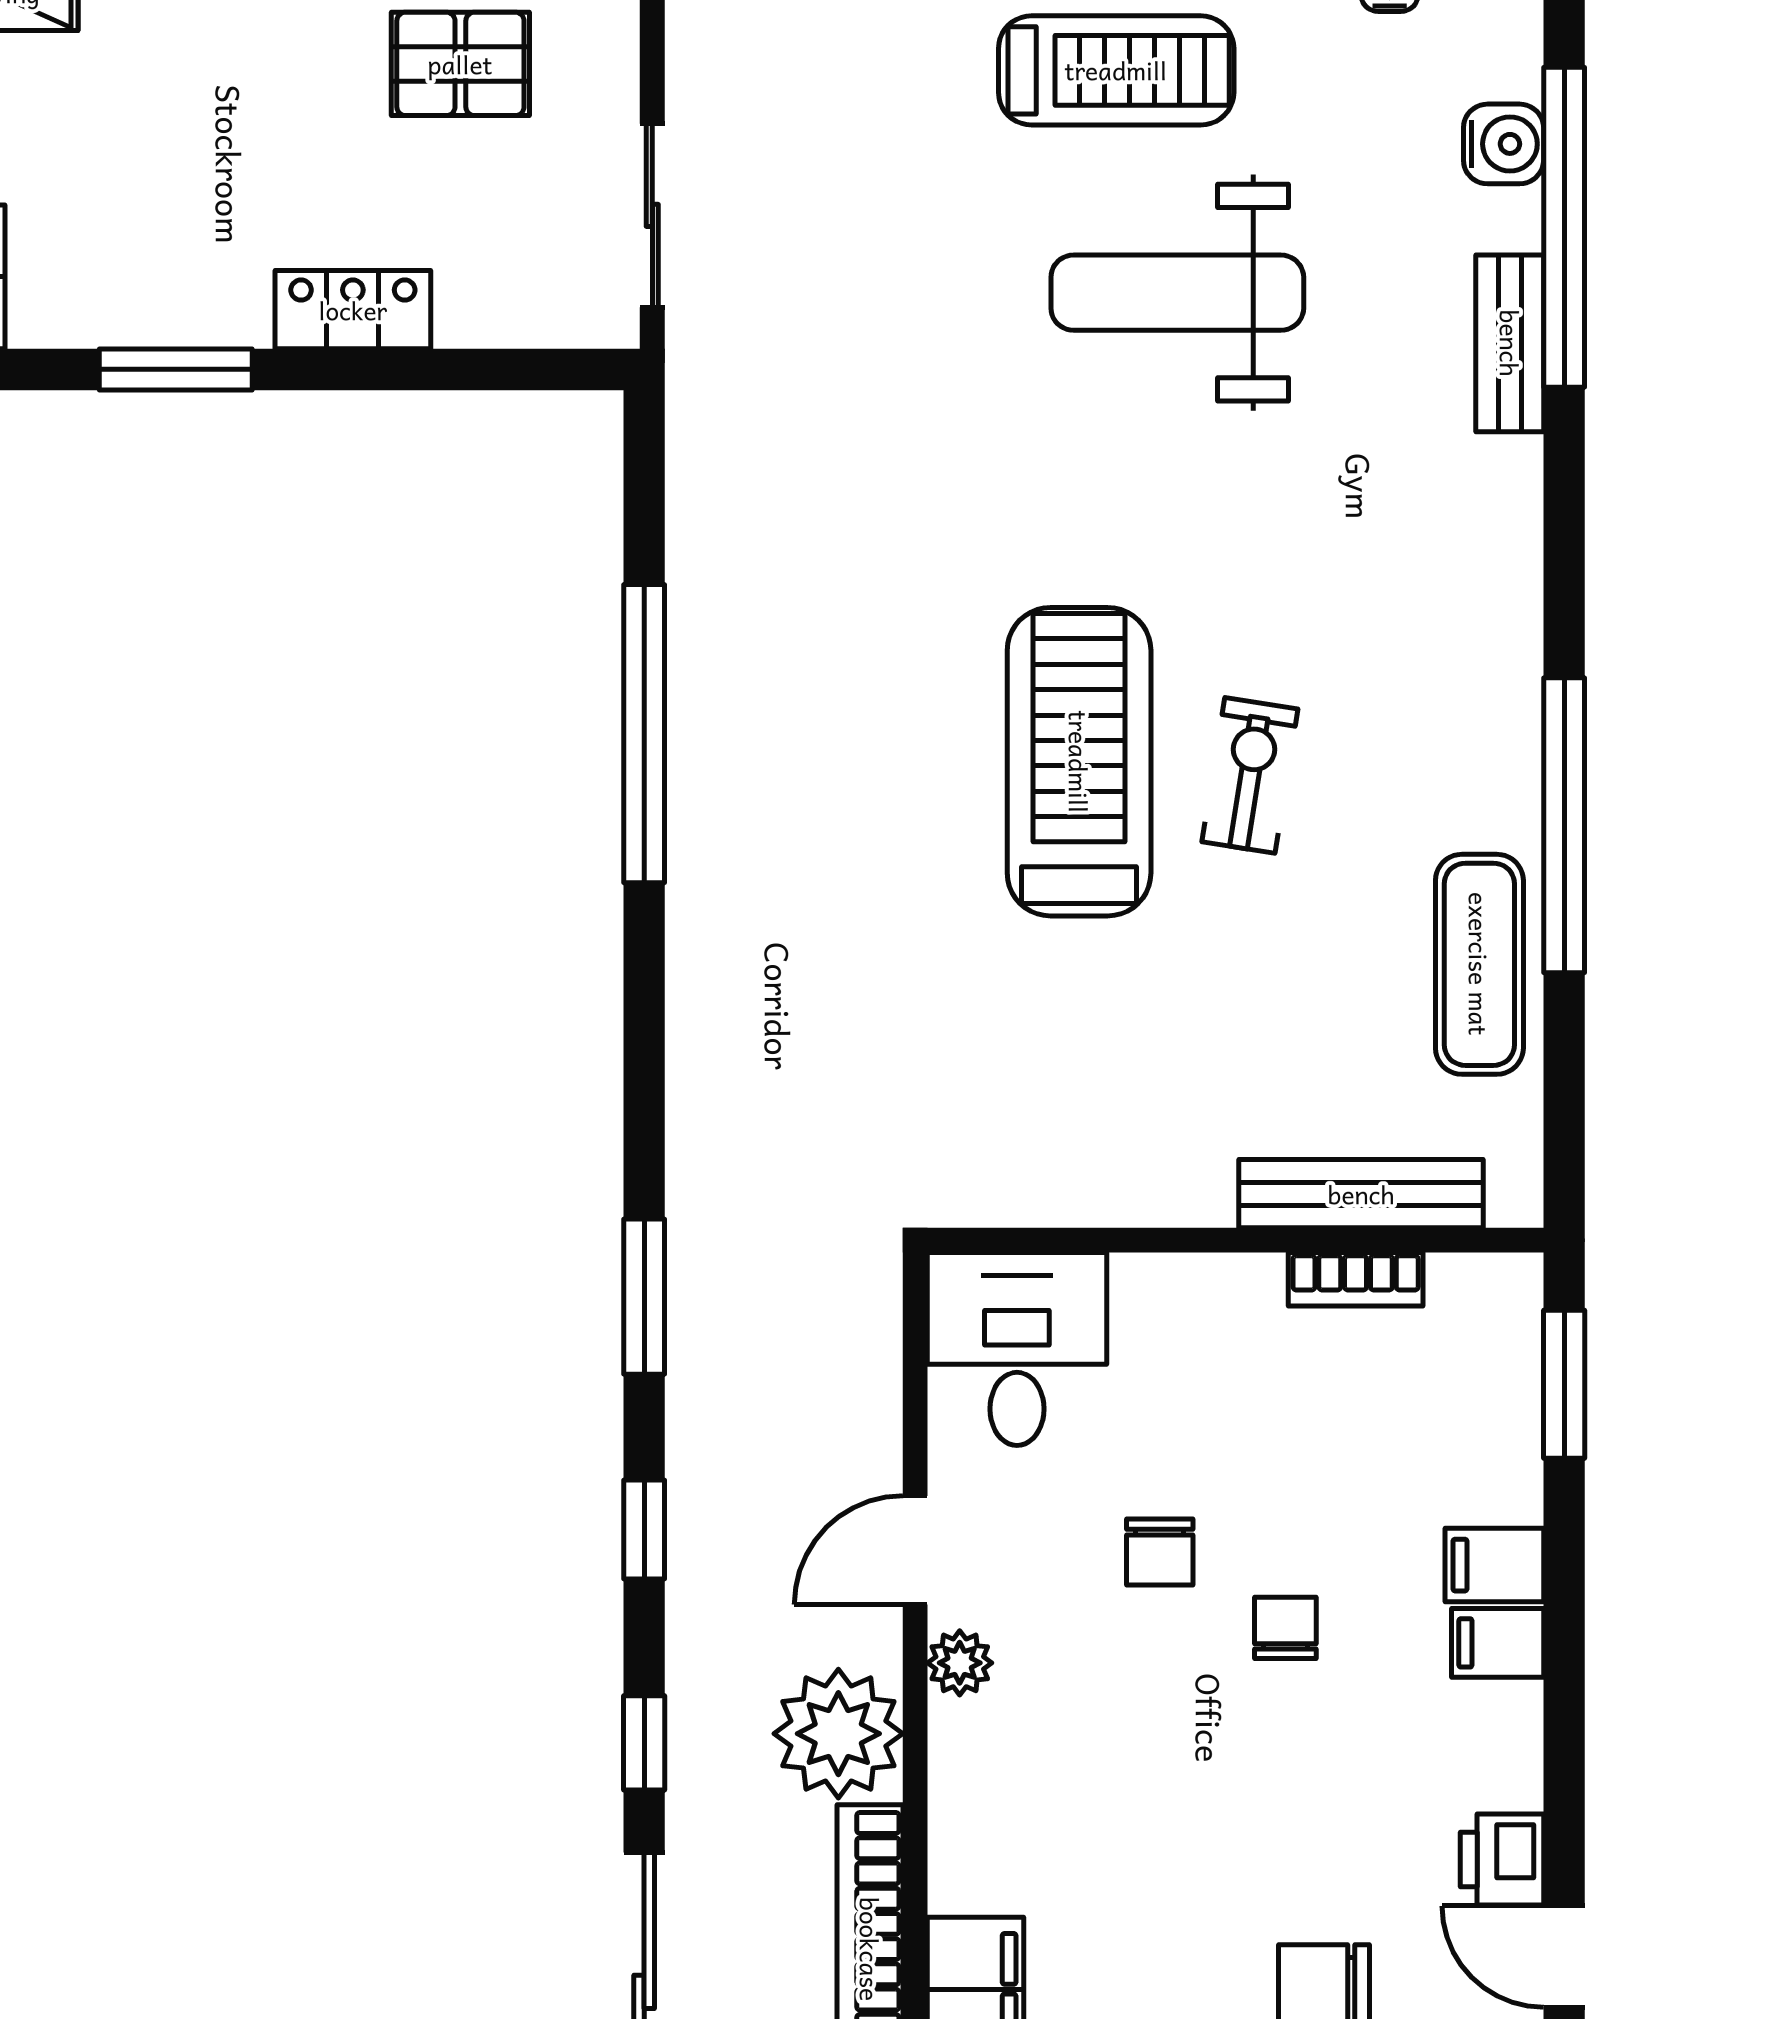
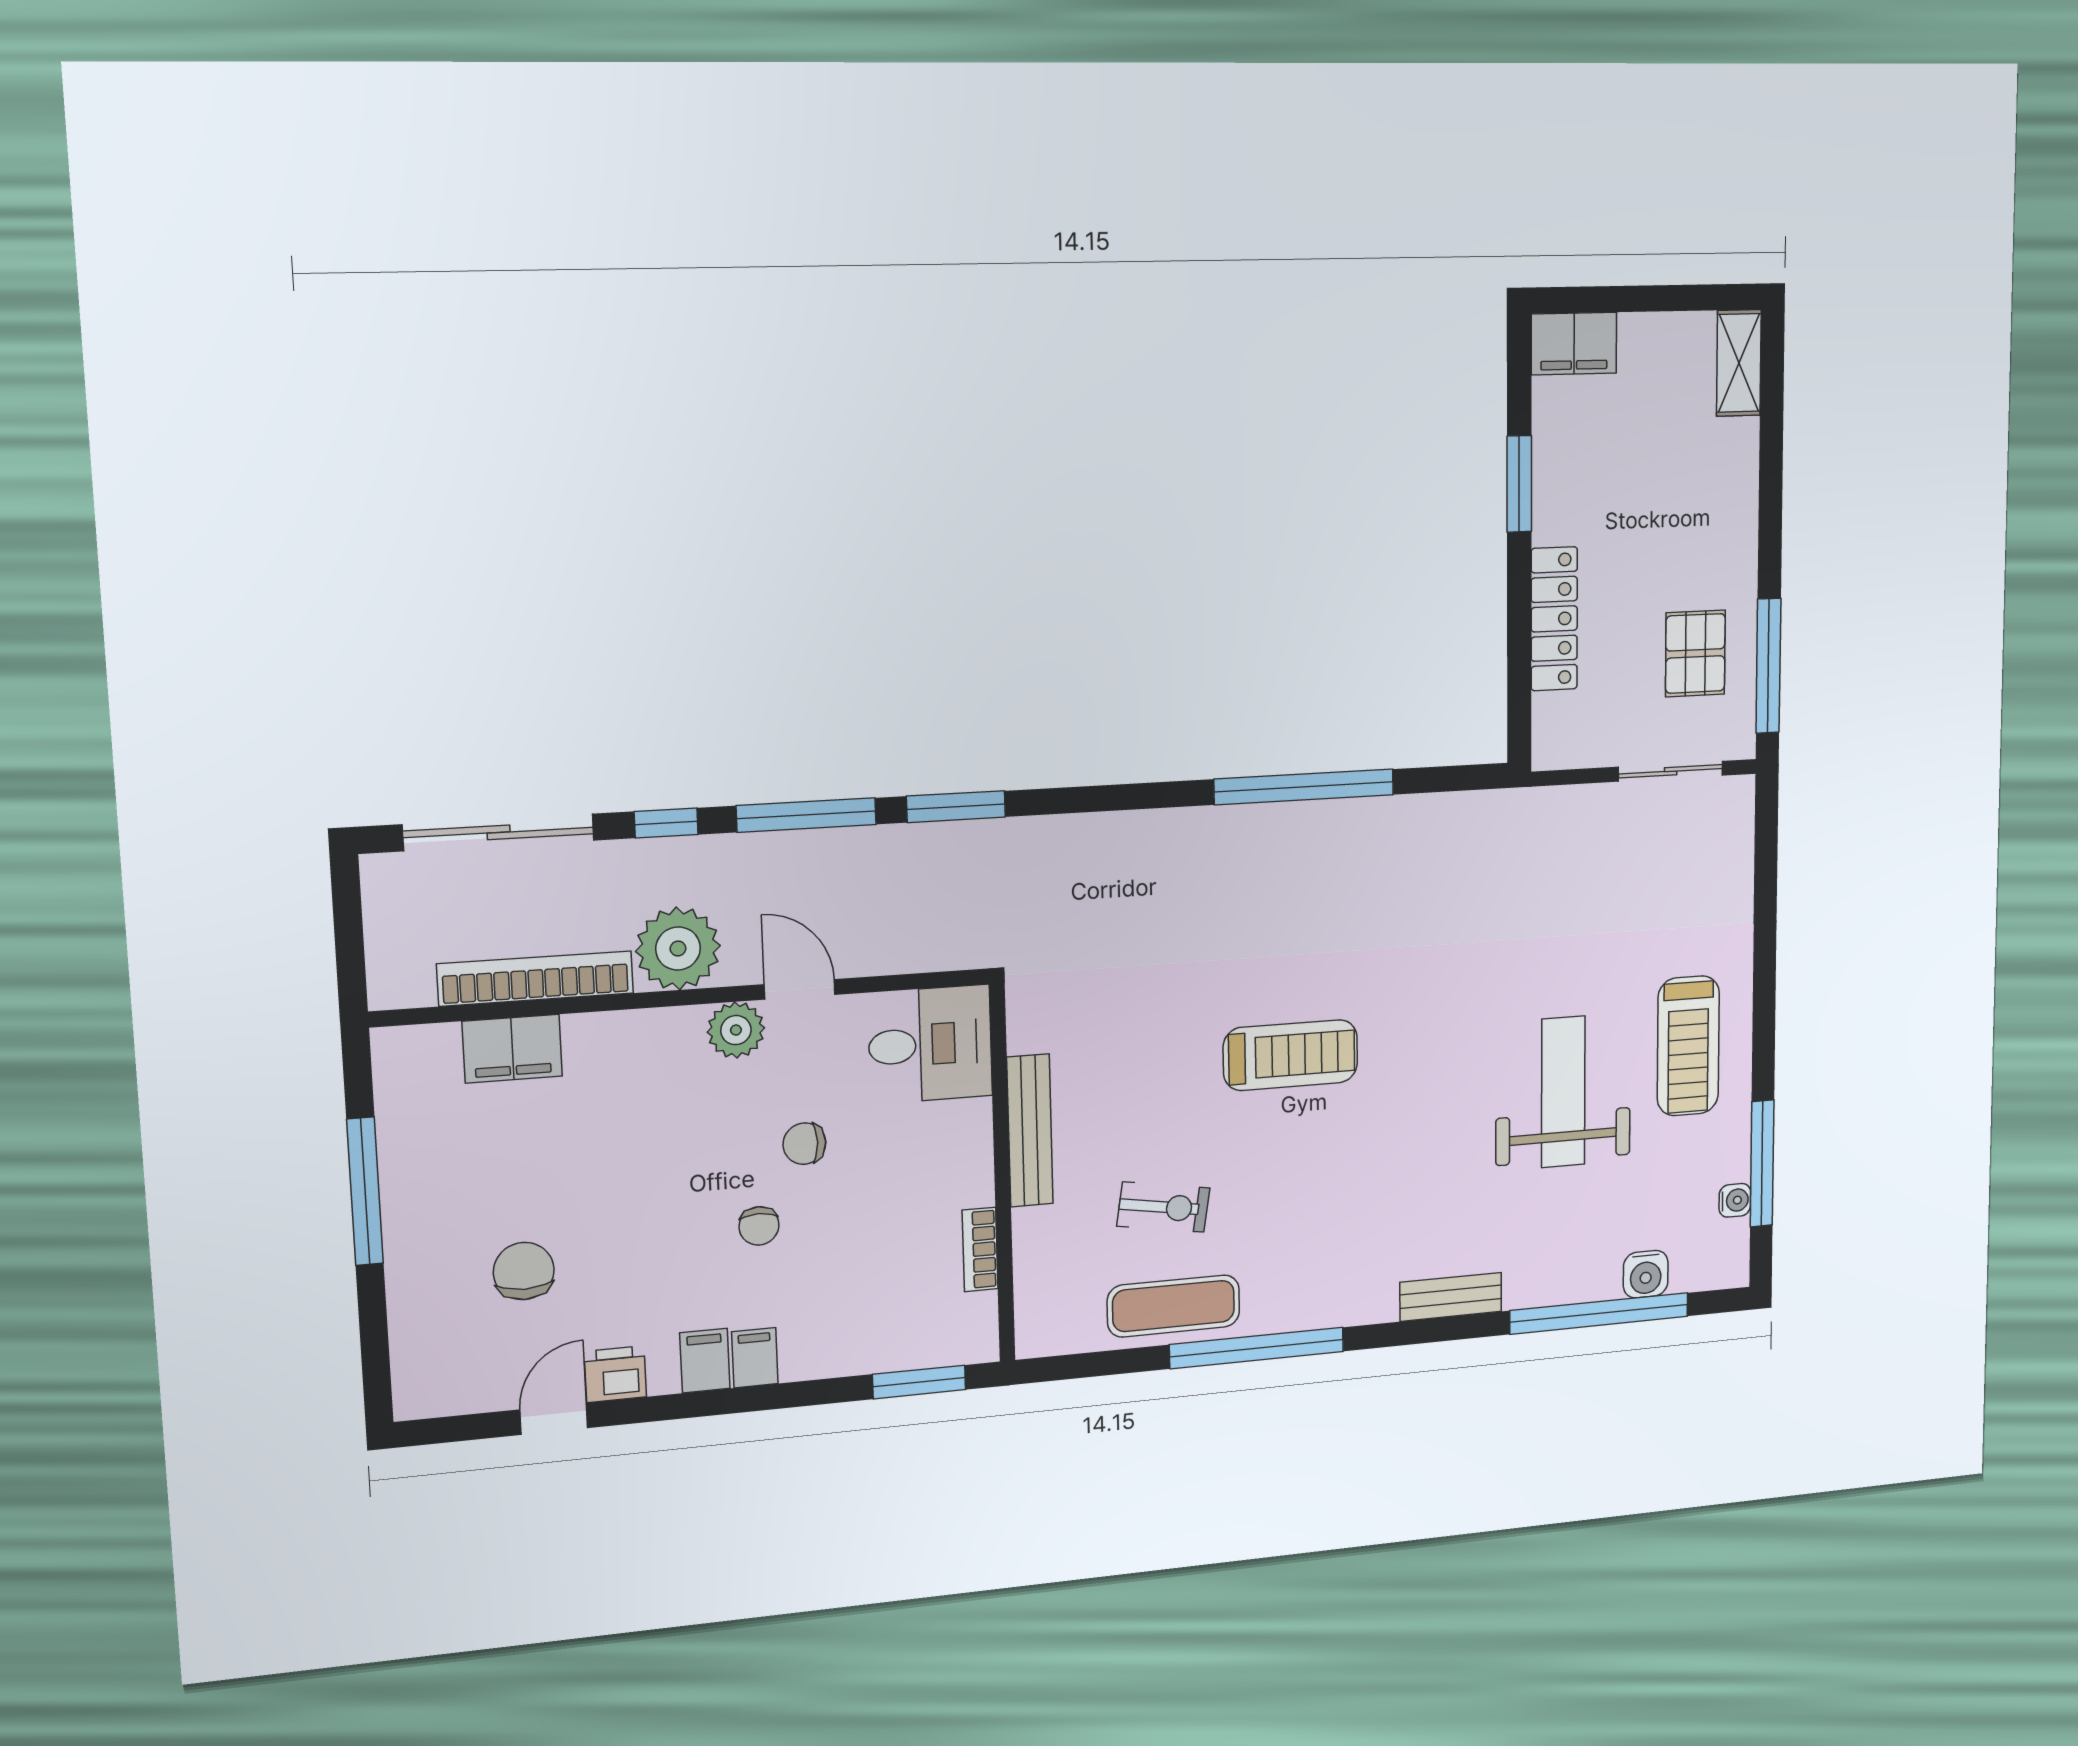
sliding door: (652, 215) -> (1671, 771), moved
locker: (353, 310) -> (1554, 619), width x1.53
bench: (1510, 343) -> (1451, 1297), moved
treadmill: (1079, 762) -> (1291, 1055), width x0.73, depth x0.73
exercise bike: (1250, 775) -> (1163, 1207), moved
bench: (1361, 1194) -> (1030, 1131), moved
window: (644, 1529) -> (806, 815), width x2.17
filing cabinet: (1494, 1565) -> (705, 1361), moved
chair: (1285, 1628) -> (759, 1226), turned 90
plant: (960, 1663) -> (736, 1030), width x1.38, depth x1.38

